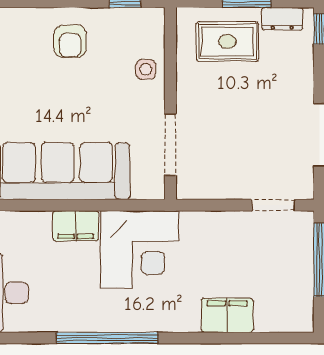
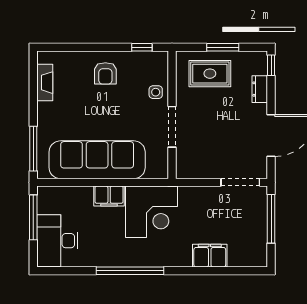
dresser: (282, 19) -> (260, 89), moved, turned 90
doorway: (170, 145) -> (172, 127), moved
doorway: (273, 205) -> (240, 182), width x1.38

